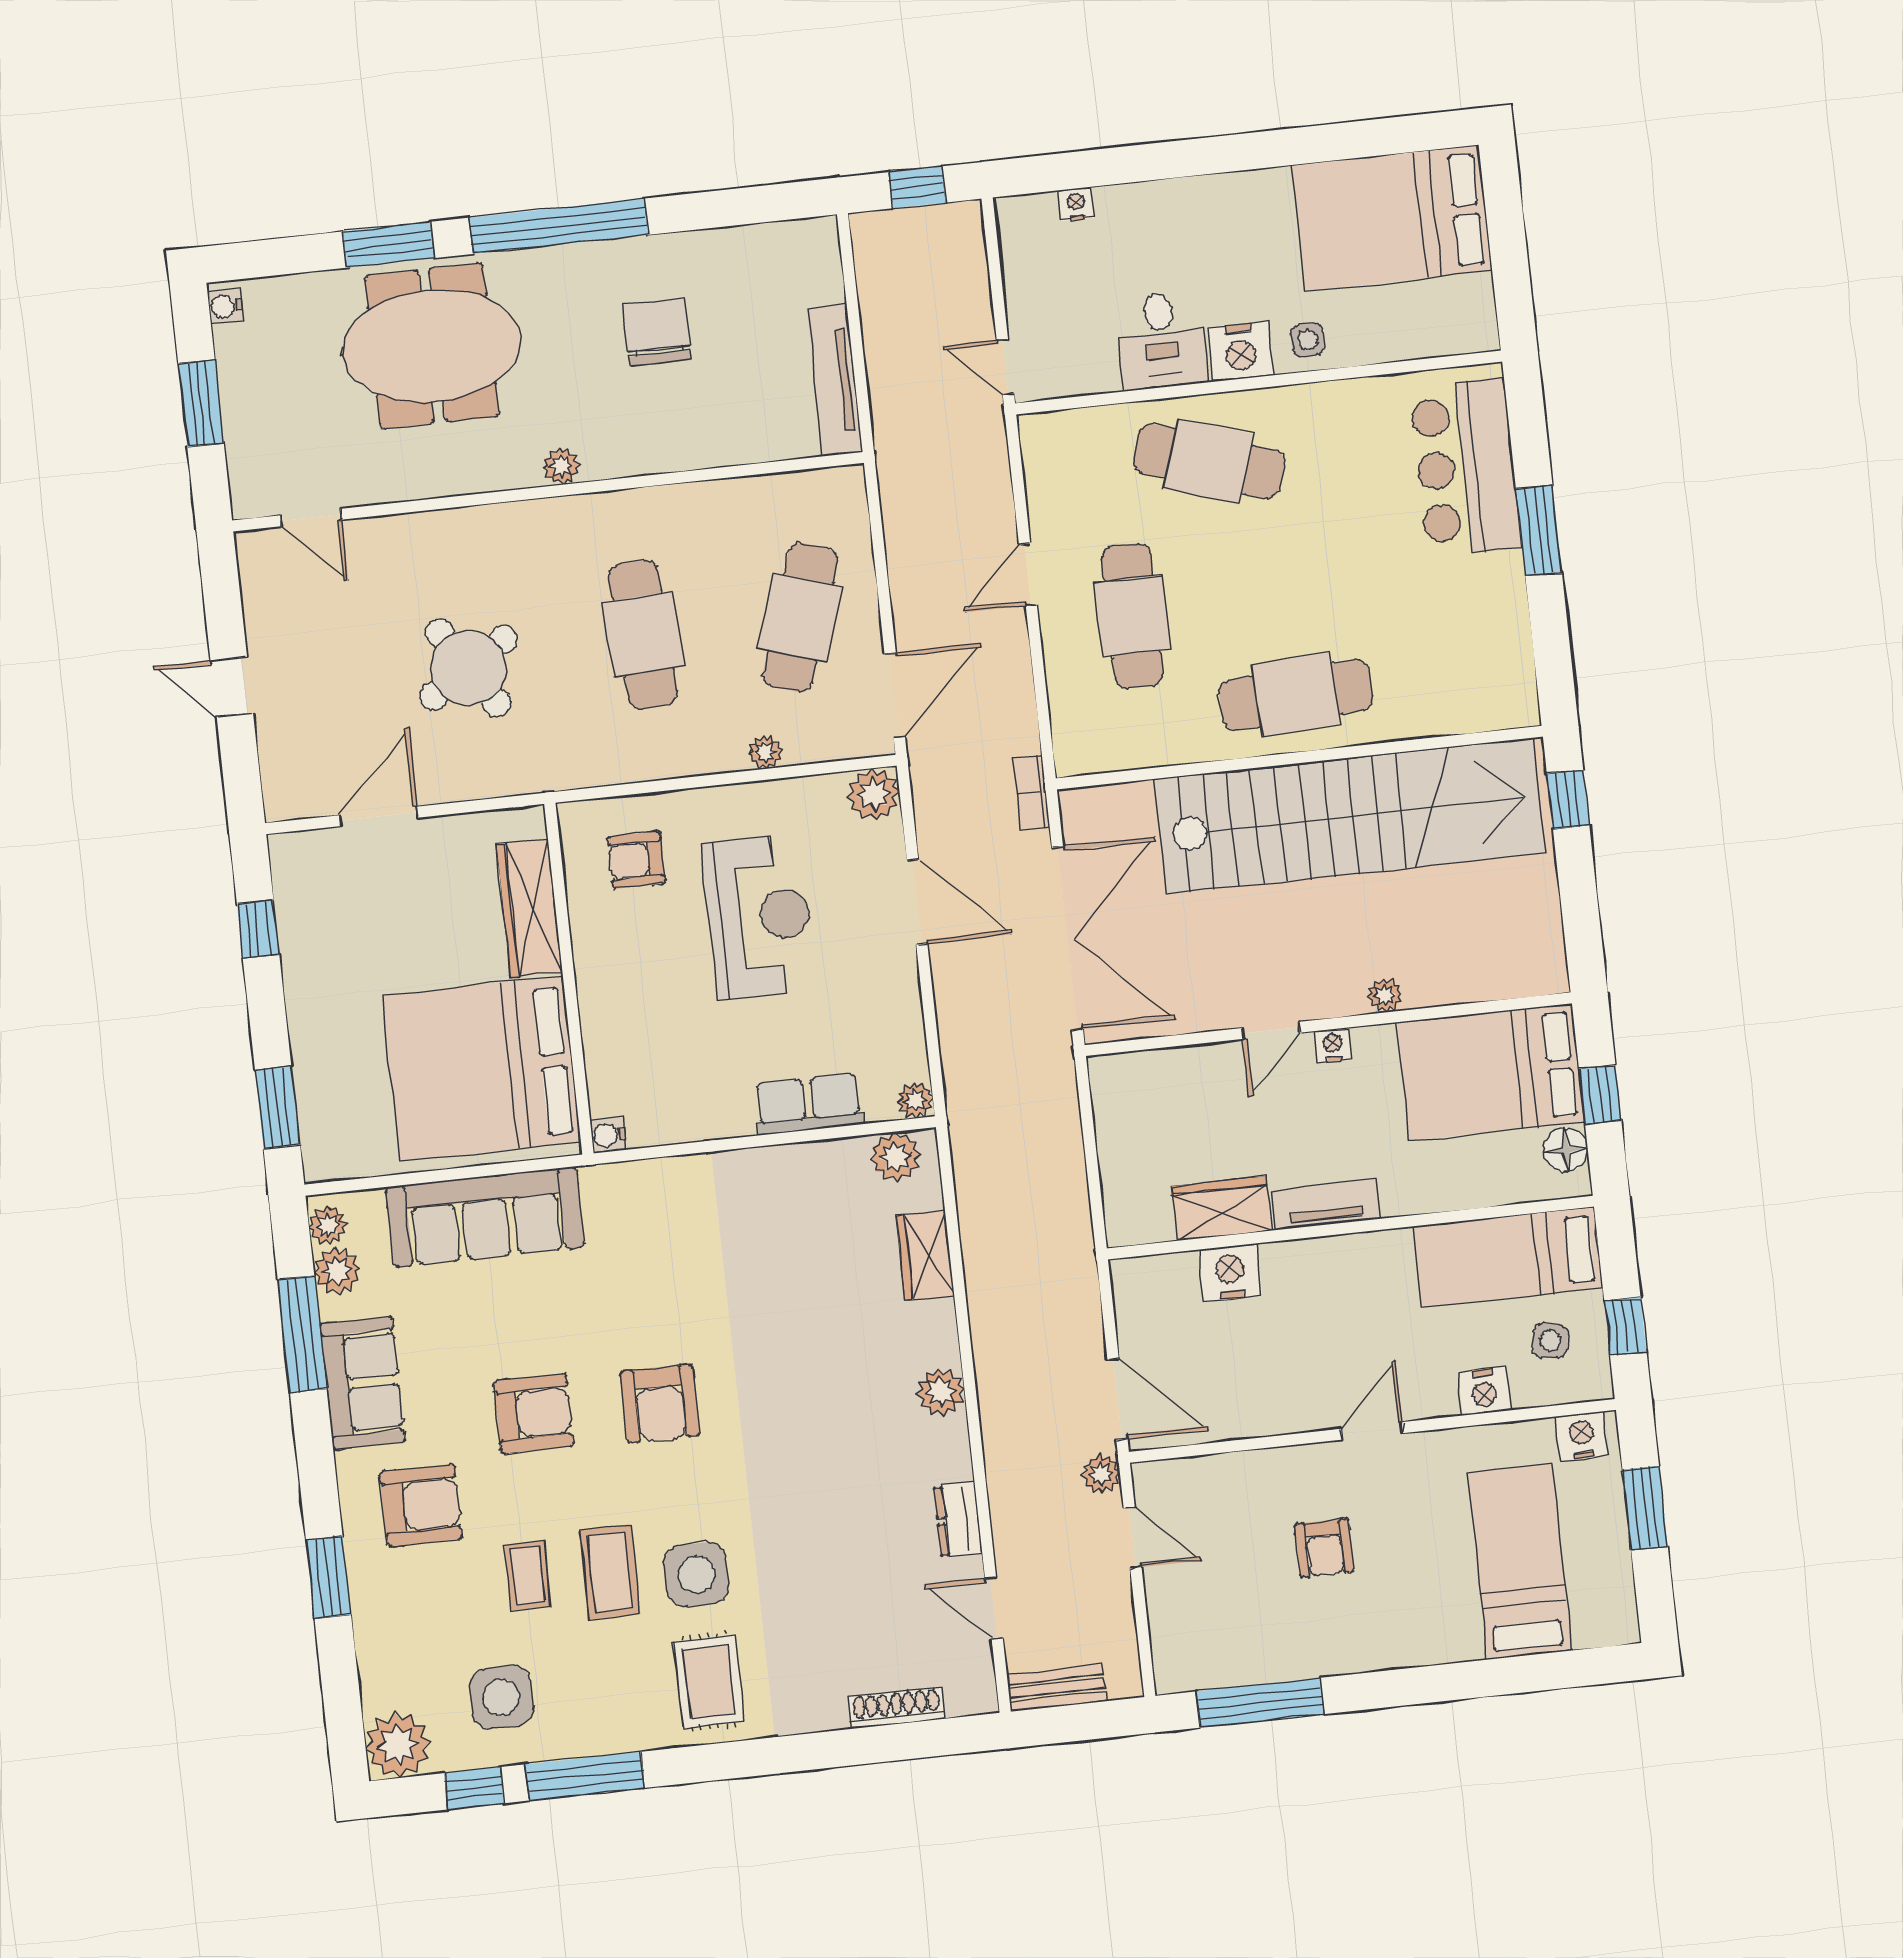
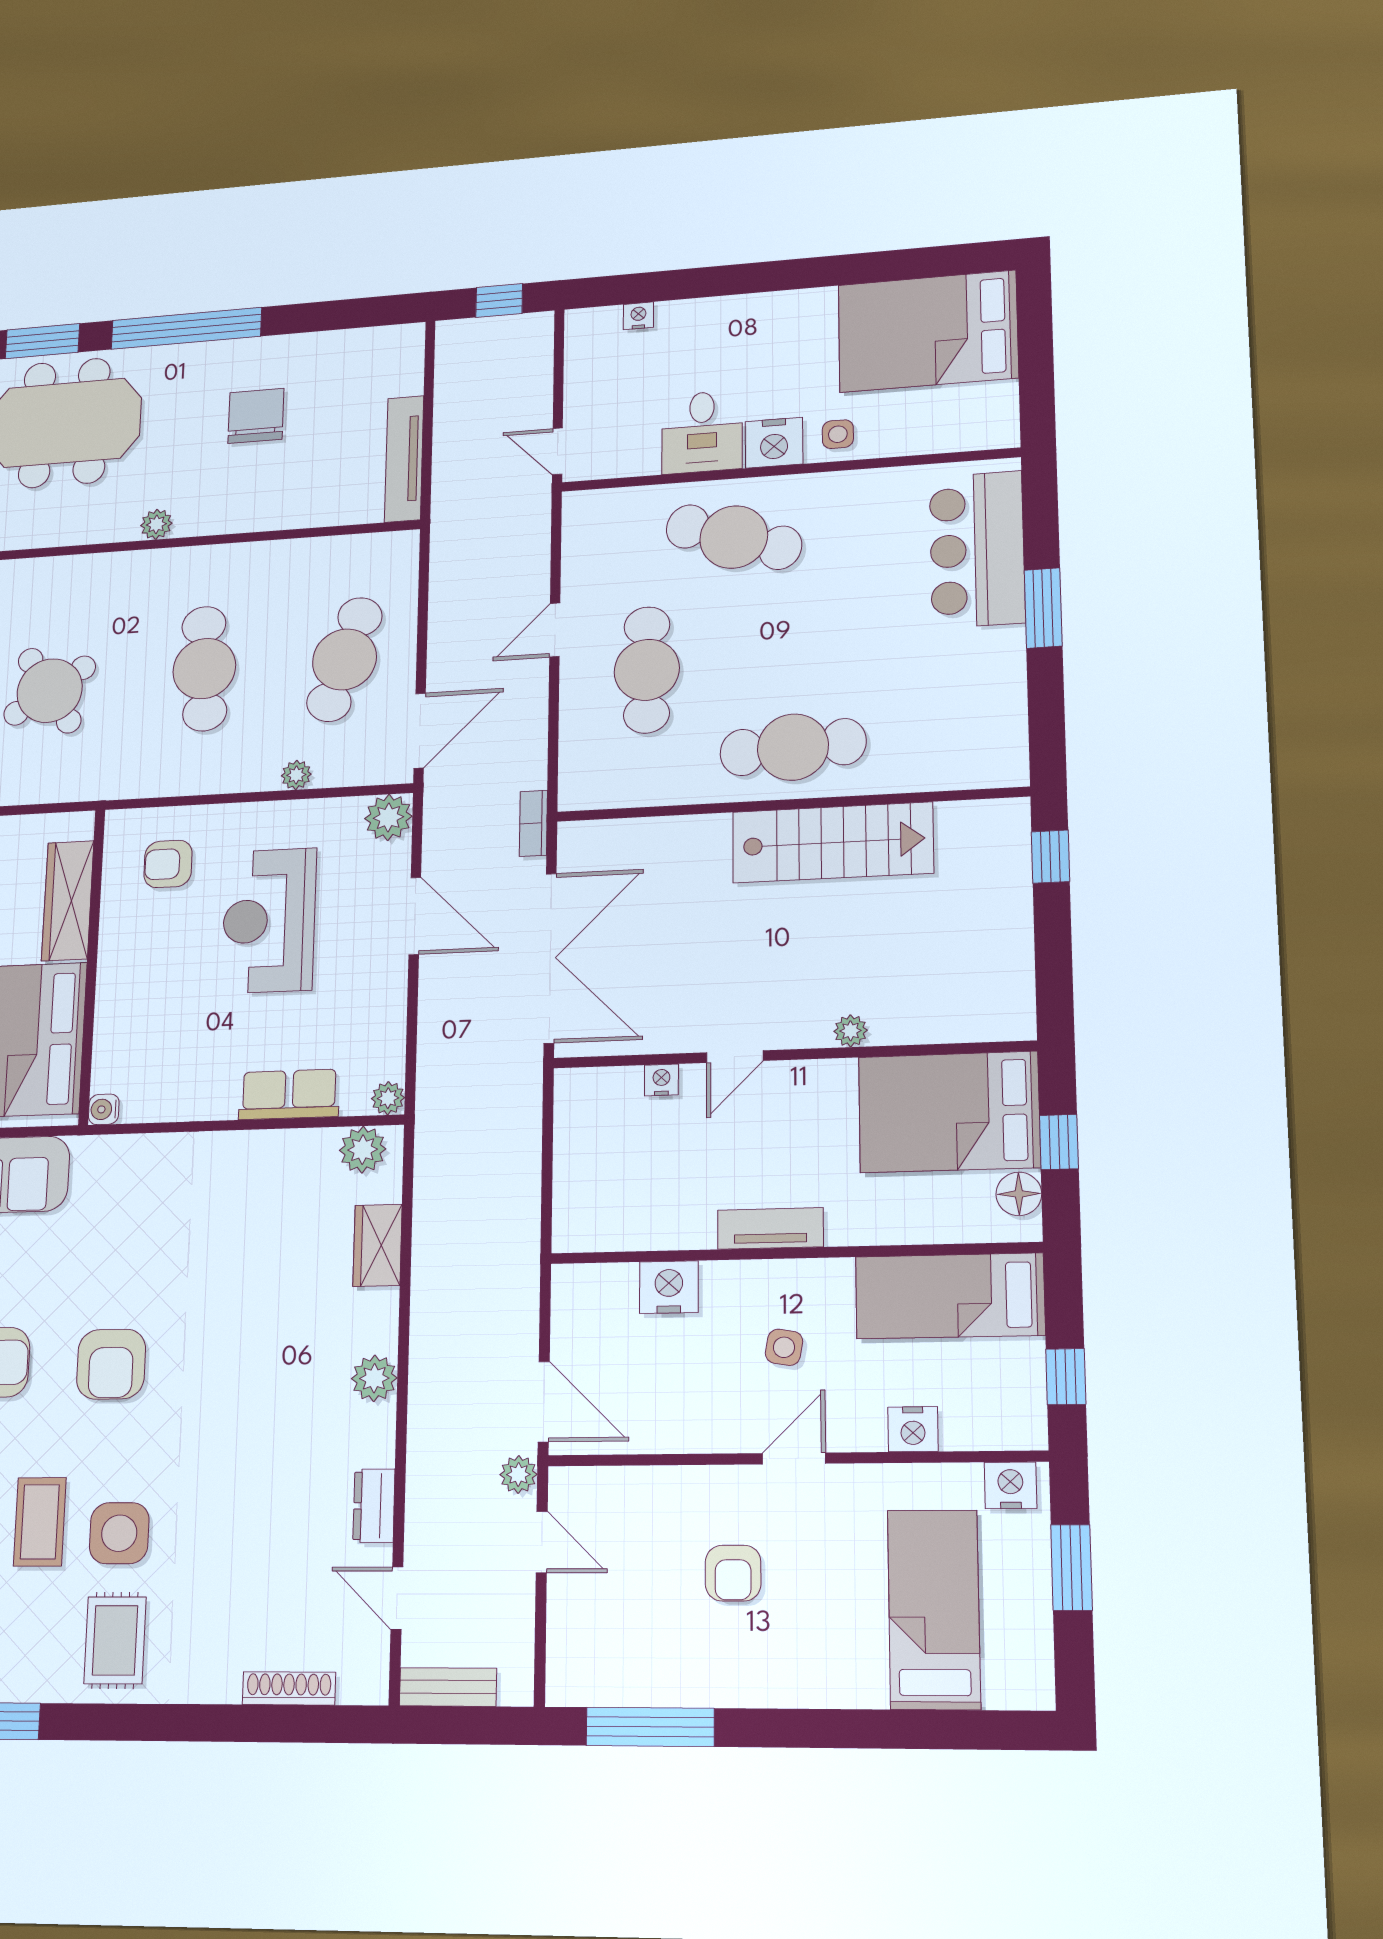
stairs: (1349, 816) -> (833, 843), width x0.54, depth x0.66
reception desk: (759, 917) -> (269, 921), turned 180
nightstand: (1333, 1046) -> (661, 1080), moved
wardrobe: (1222, 1209) -> (668, 1224), removed
side table: (1550, 1341) -> (784, 1347), moved

